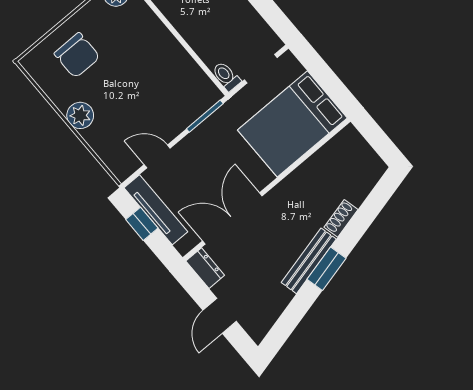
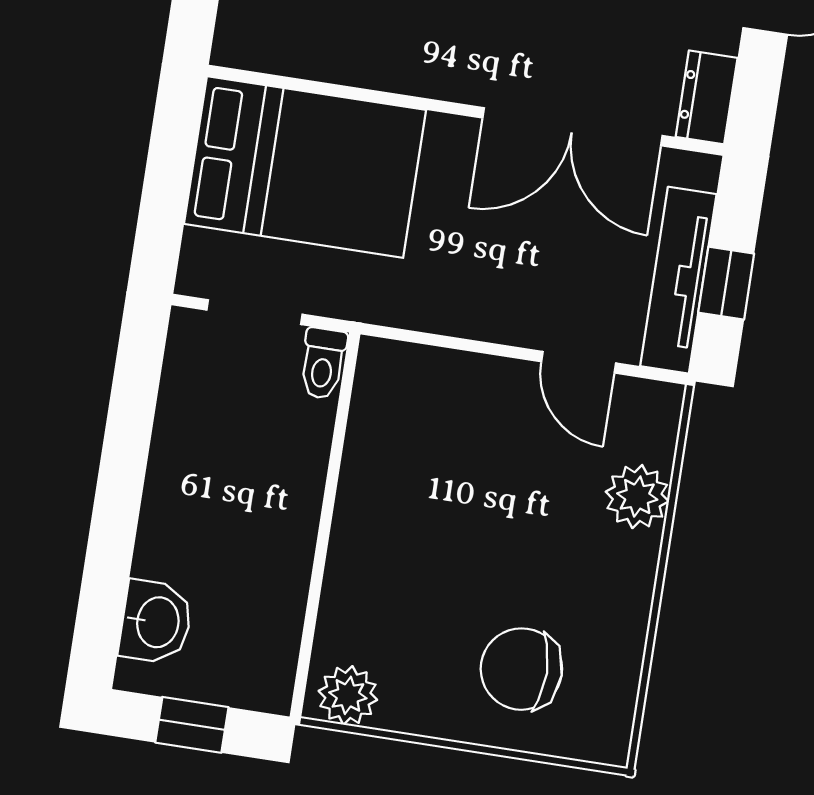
chair: (77, 55) -> (521, 669), turned -90
plant: (80, 115) -> (637, 497), moved
window: (205, 116) -> (430, 339), removed

